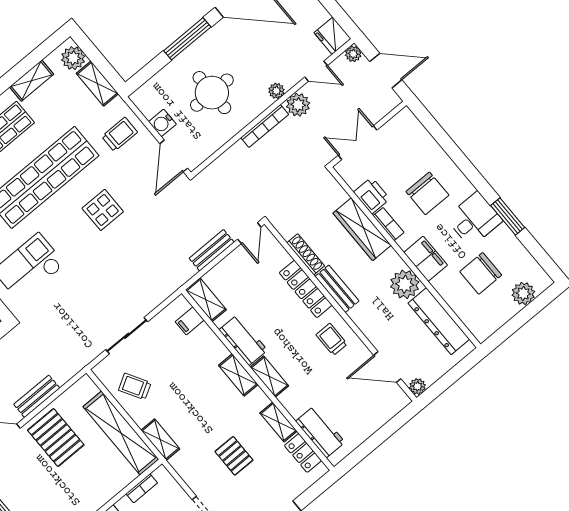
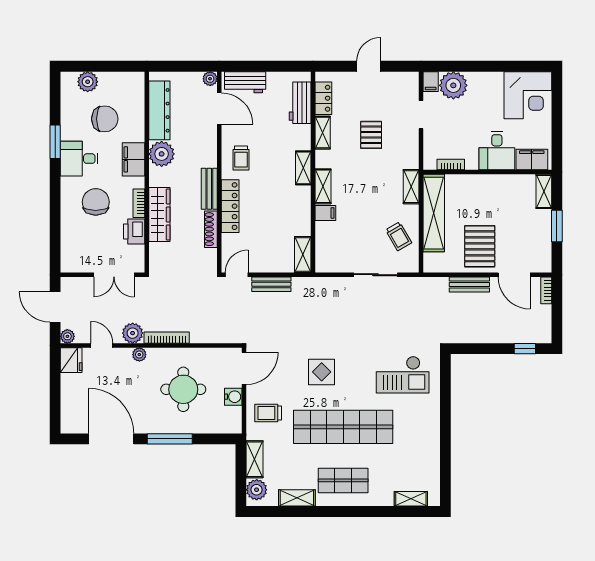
filing cabinet: (190, 321) -> (325, 213), moved
workbench: (243, 340) -> (245, 82), moved, turned -90

